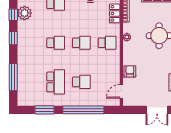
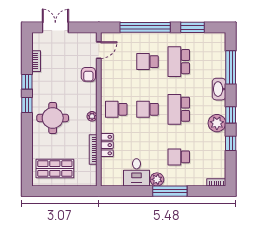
plant: (24, 13) -> (217, 123), moved
school desk: (56, 43) -> (179, 109), width x1.85
washbasin: (23, 59) -> (219, 89), added

